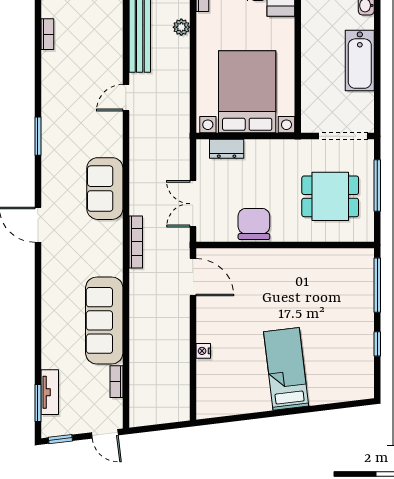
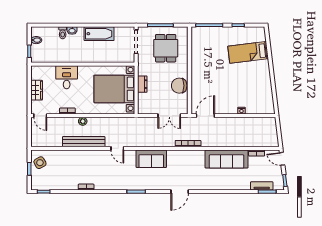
dresser: (227, 149) -> (142, 84), moved
sofa: (105, 189) -> (151, 159), moved
bed: (286, 369) -> (248, 52), moved
door: (105, 434) -> (282, 159), swing flipped

